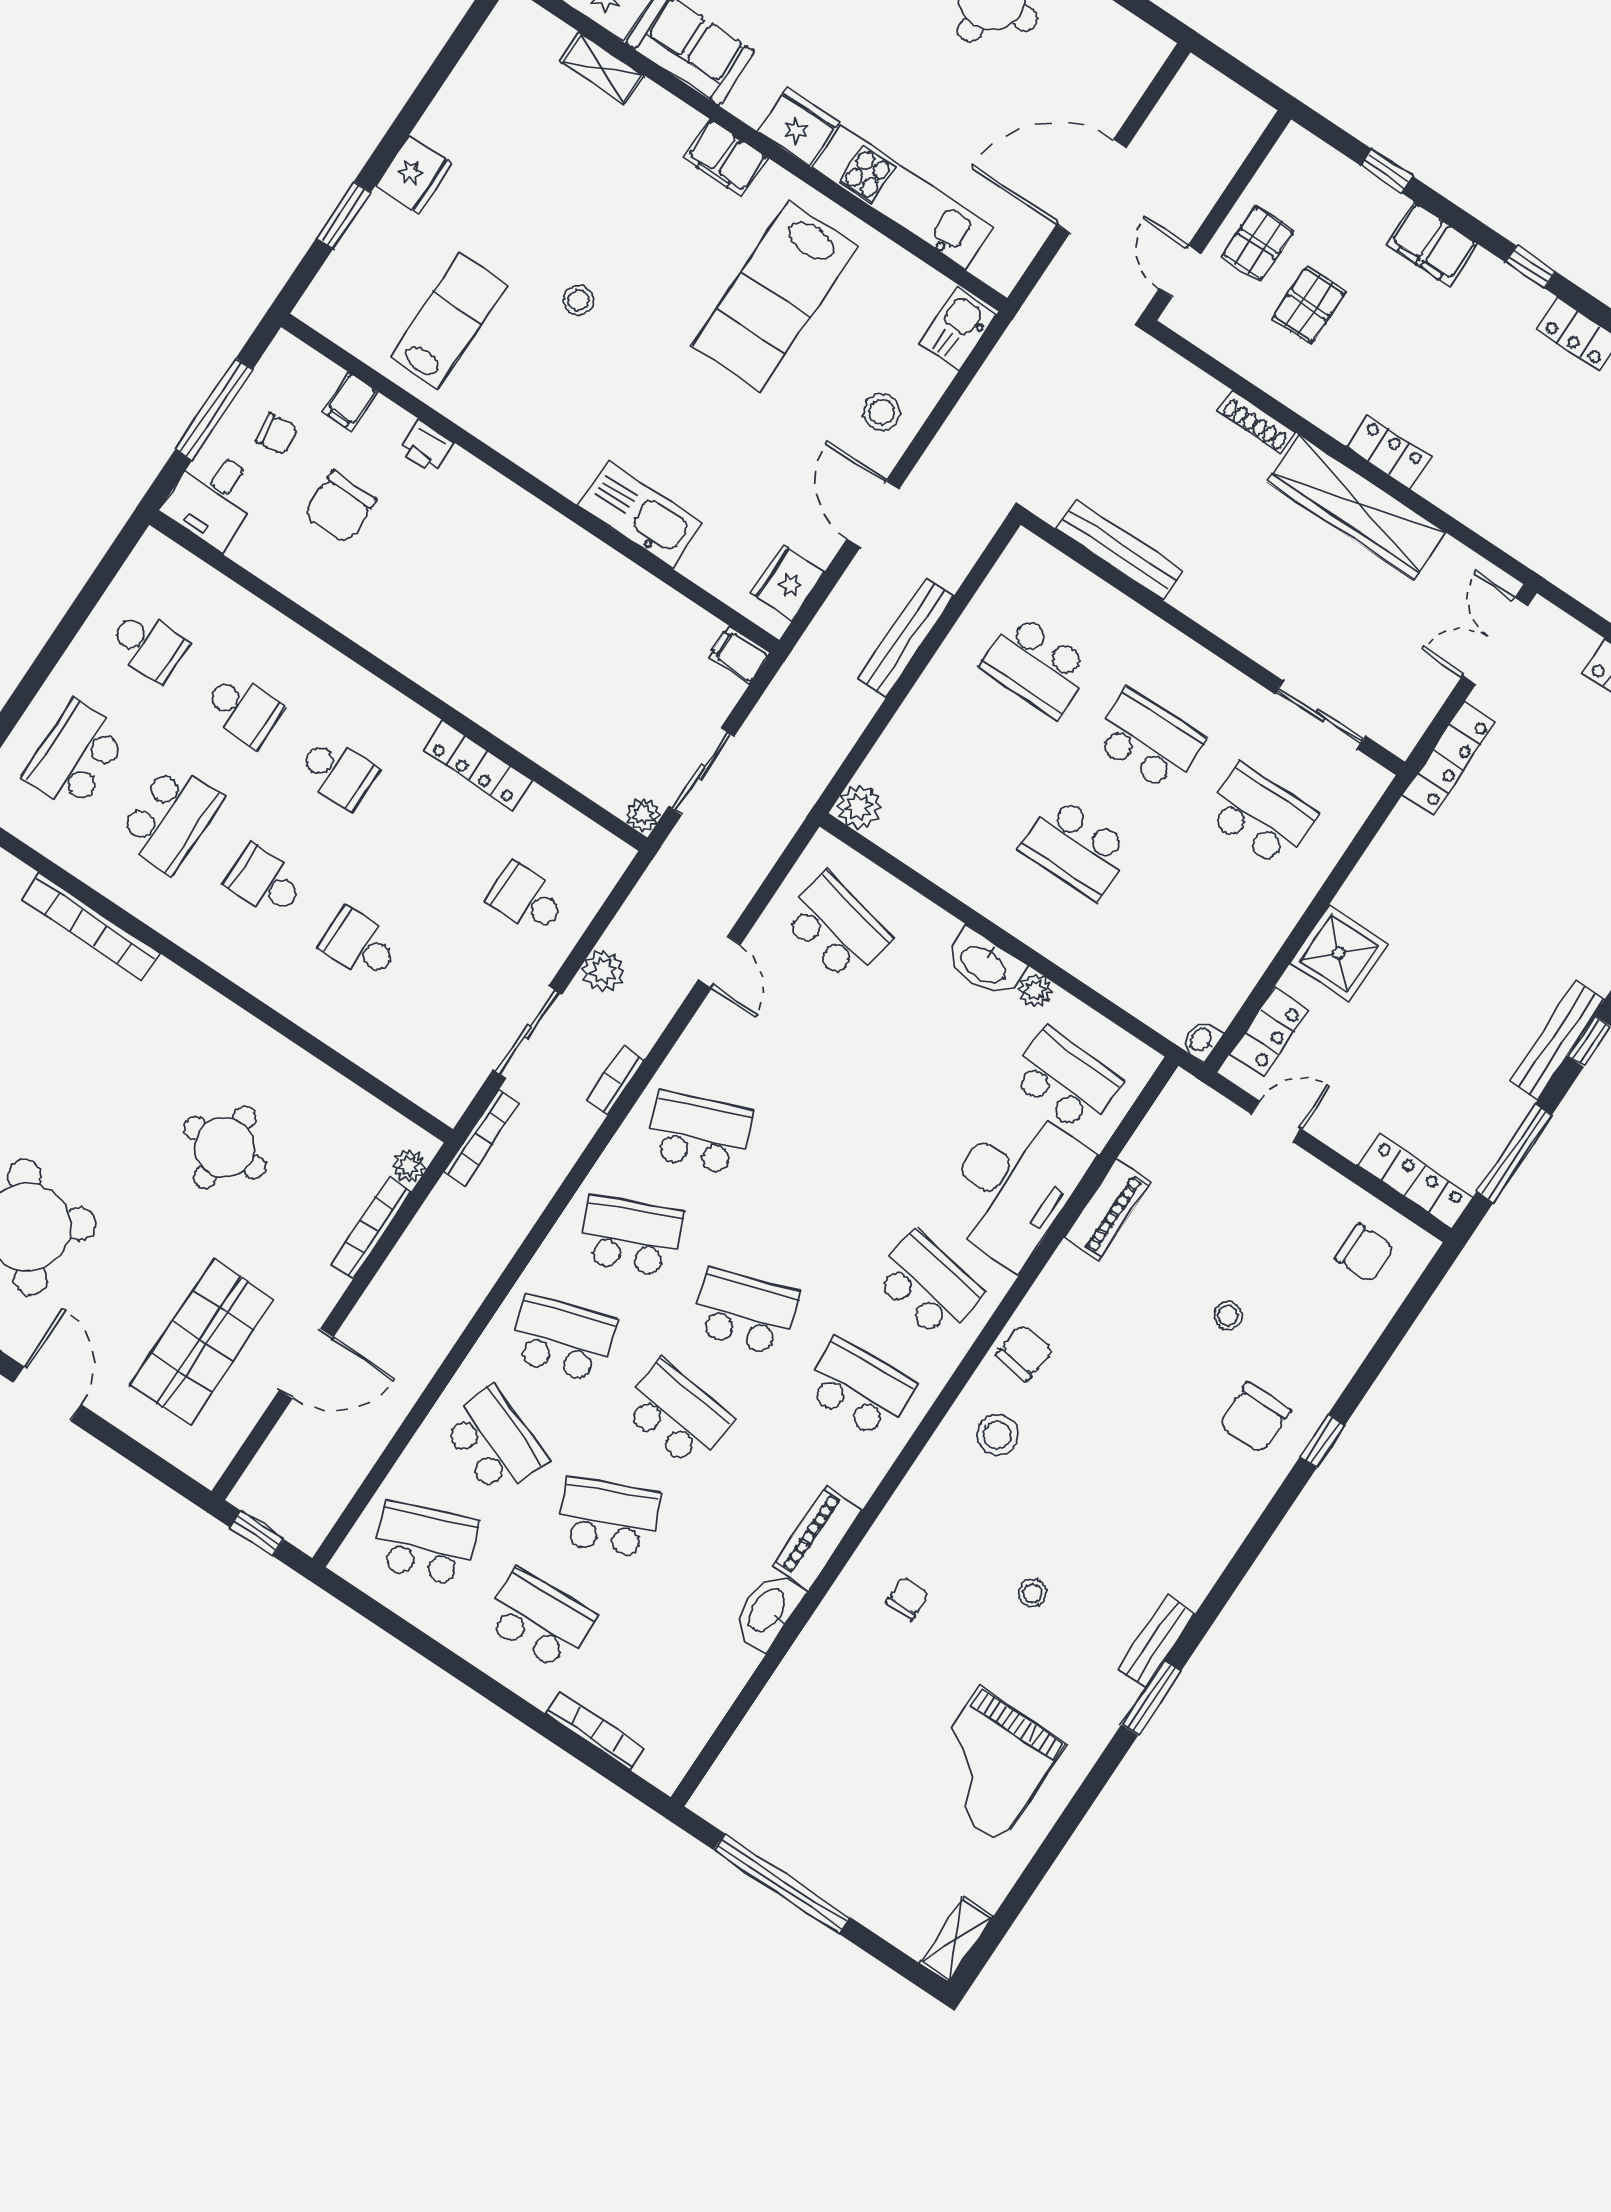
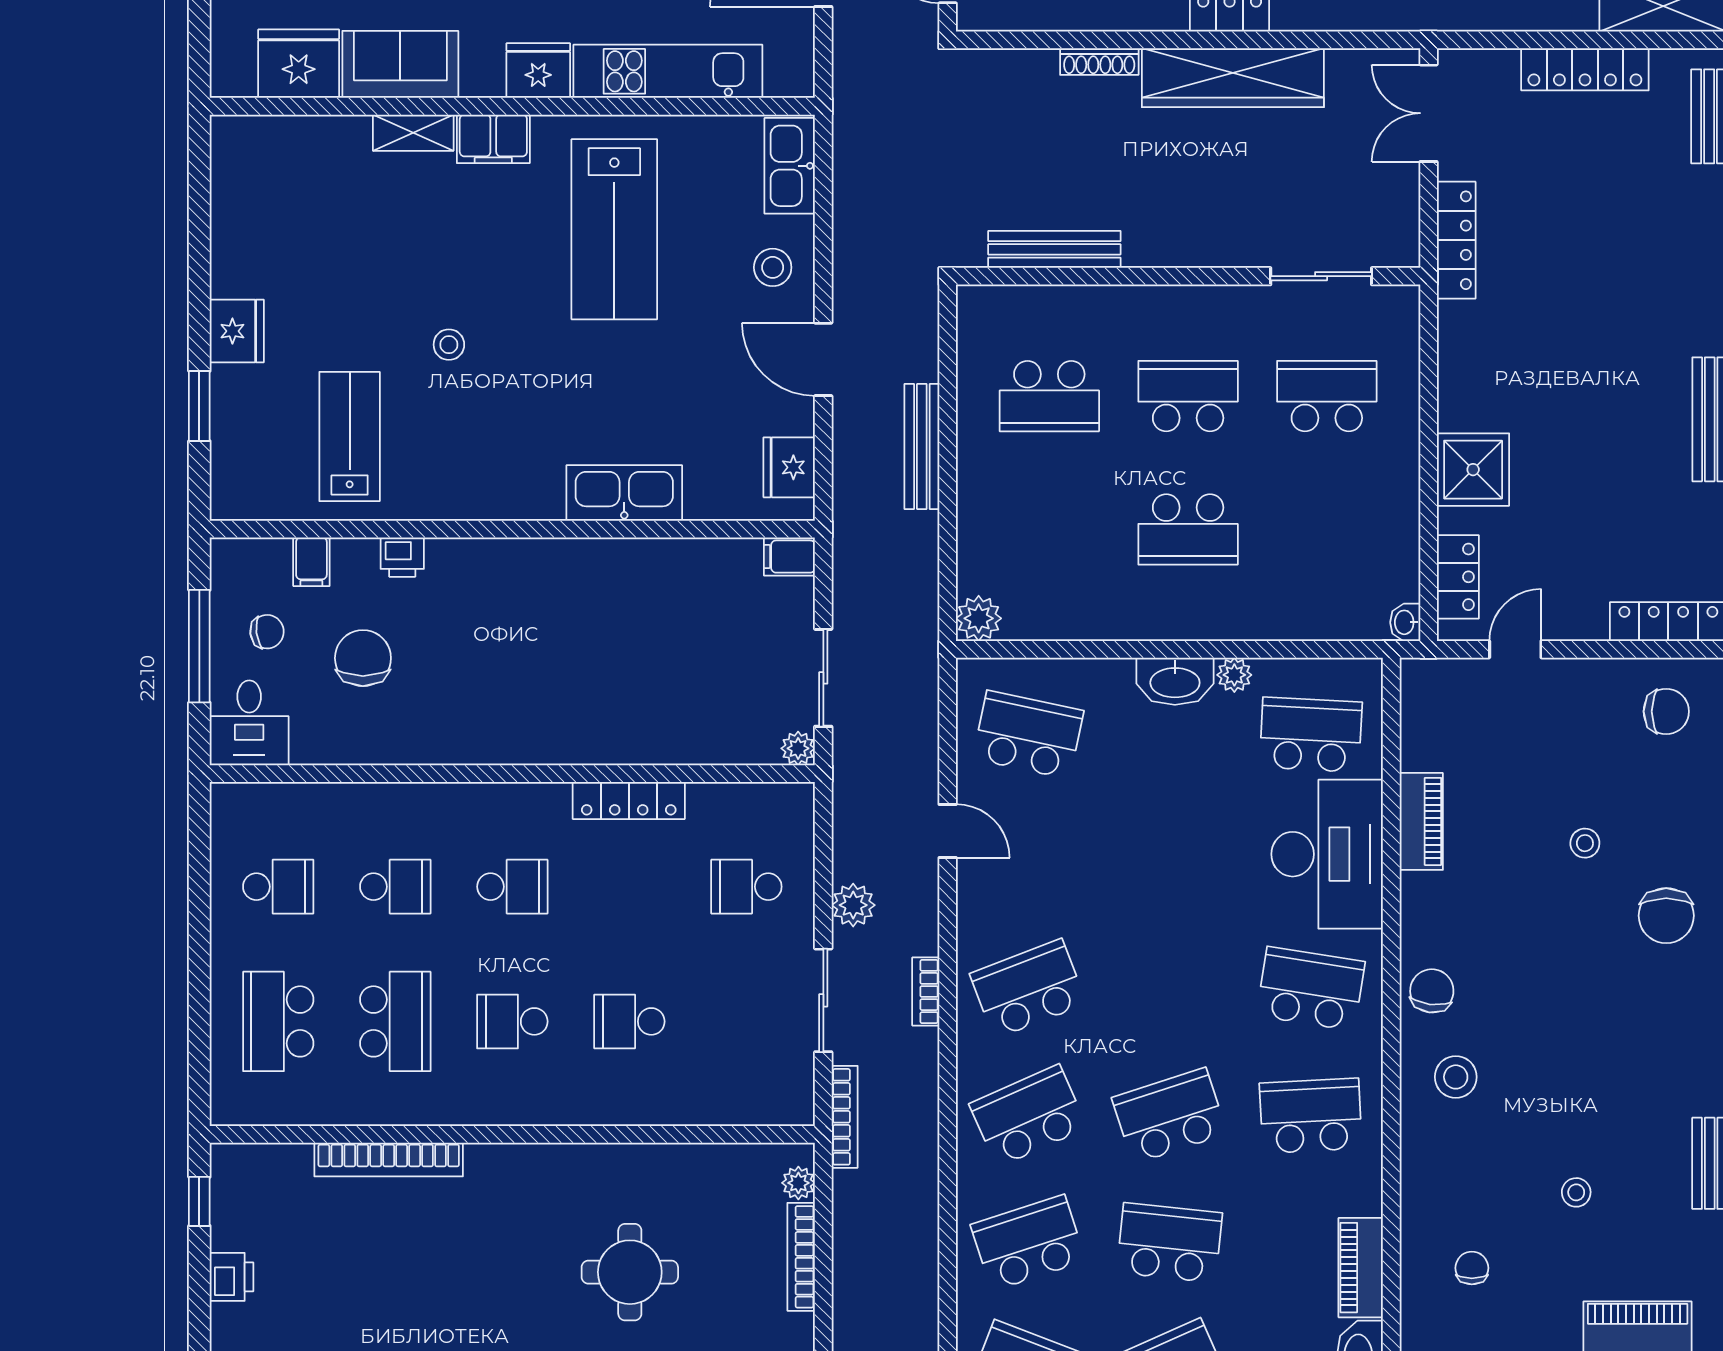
shelving: (602, 68) -> (413, 133), moved
kitchen sink: (957, 329) -> (790, 166), width x1.38
chair: (340, 507) -> (363, 658), turned 180

